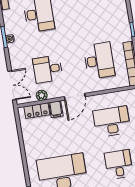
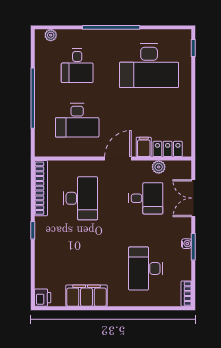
desk: (99, 61) -> (80, 198), turned 180
double door: (12, 85) -> (193, 198), moved

